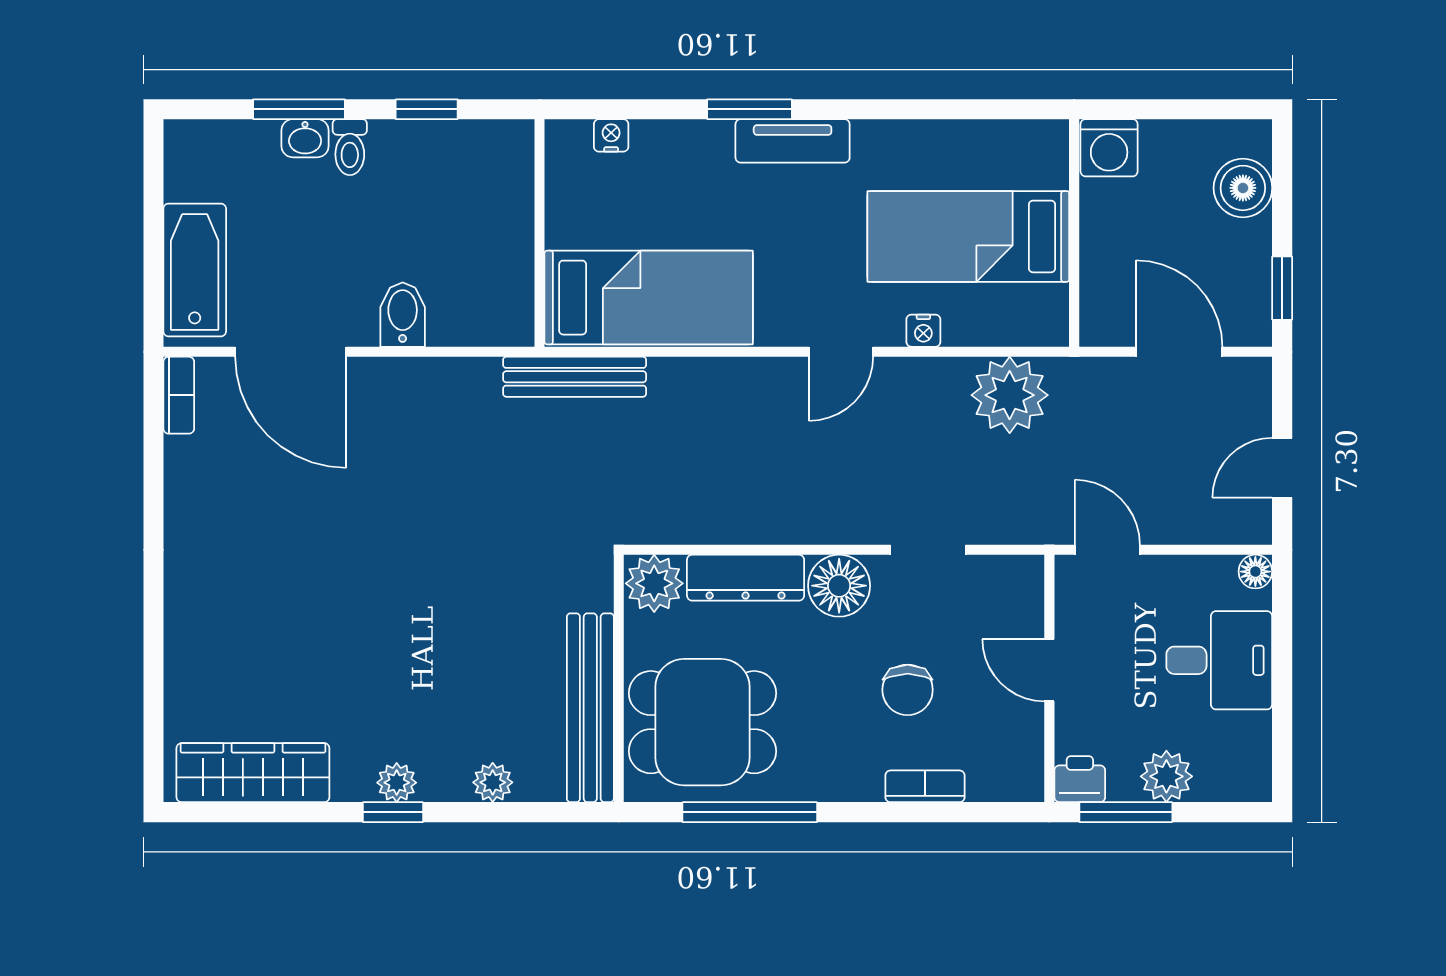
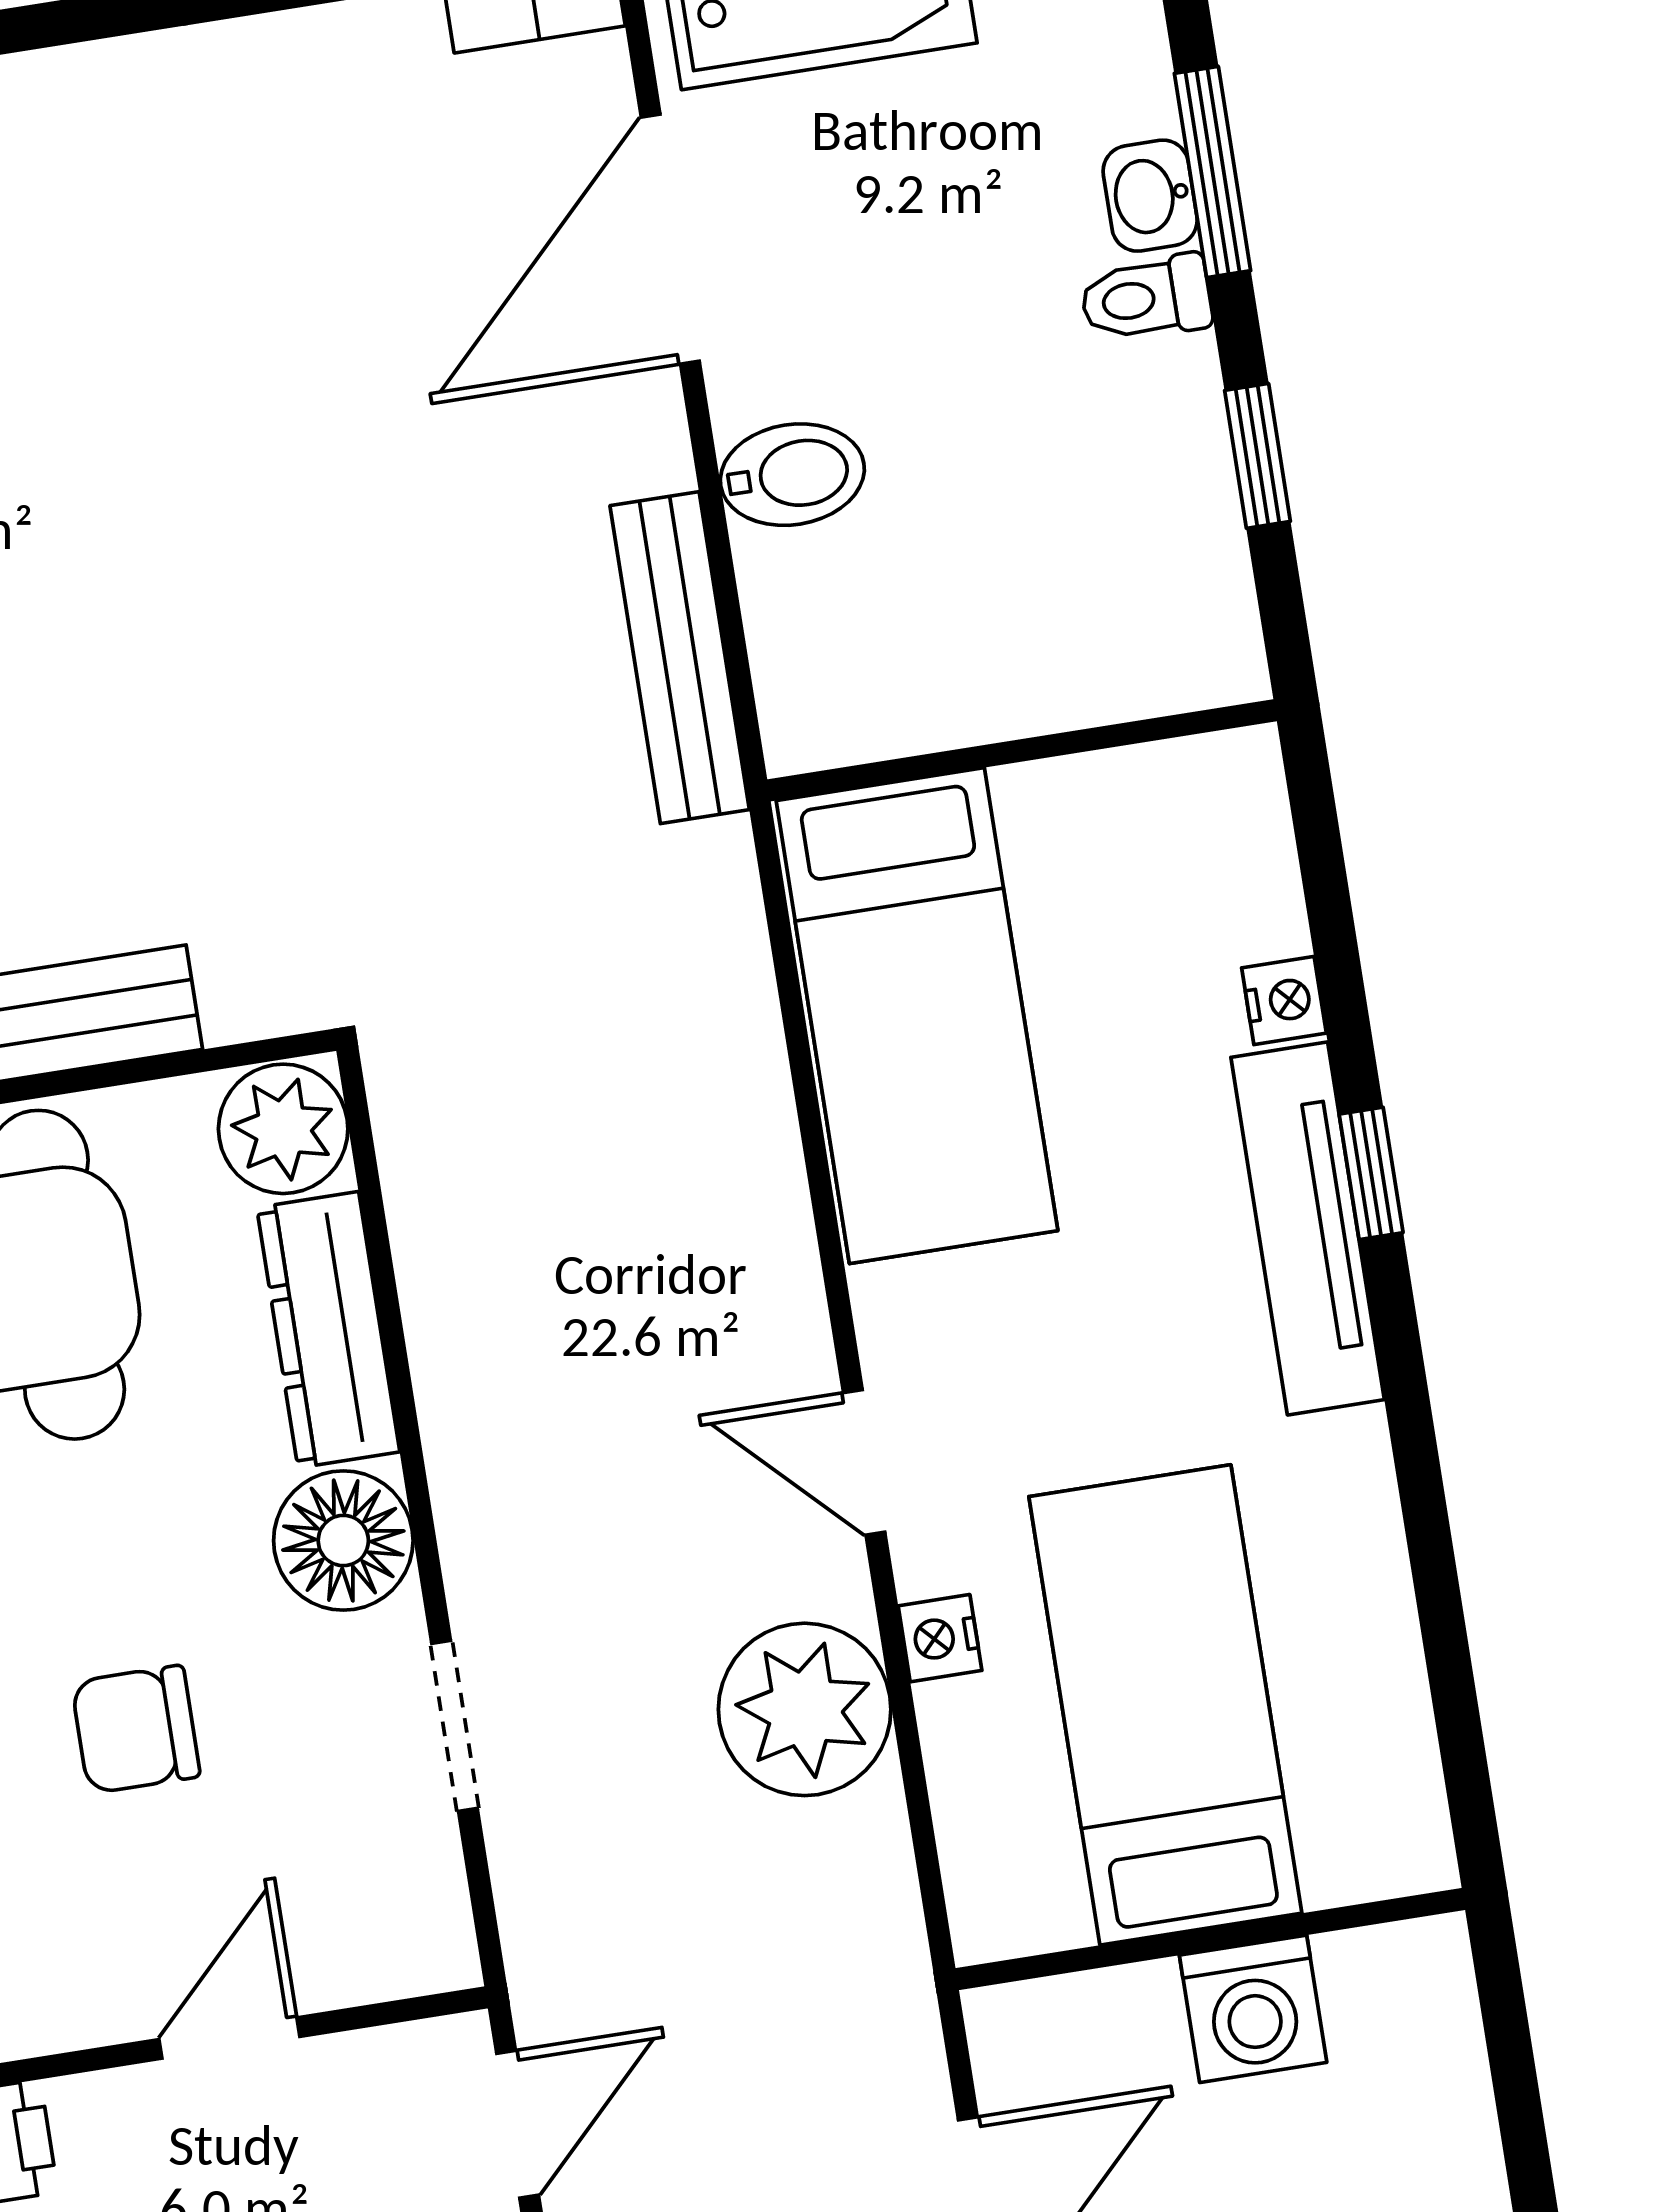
window: (749, 109) -> (1371, 1173), width x0.67
nightstand: (611, 135) -> (1284, 1001), moved
tv unit: (793, 141) -> (1308, 1229), width x1.41
washing machine: (1109, 148) -> (1253, 2009), moved, turned -90
bench: (575, 377) -> (680, 658), moved
plant: (1010, 395) -> (805, 1709), moved

